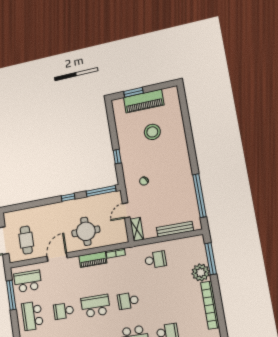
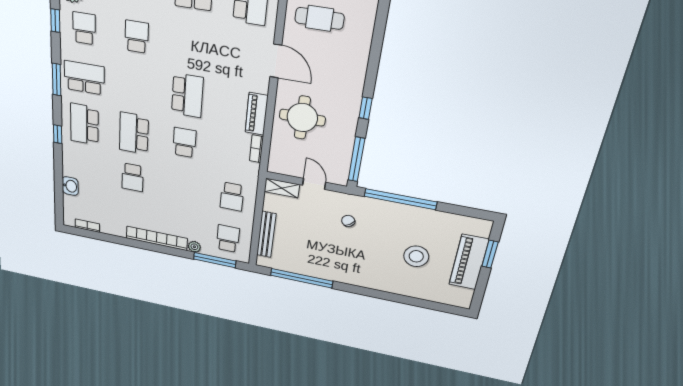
window: (117, 157) -> (400, 199), width x3.17
plant: (201, 273) -> (194, 247), width x0.53, depth x0.53
school desk: (64, 311) -> (228, 239), moved

